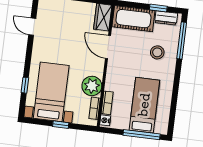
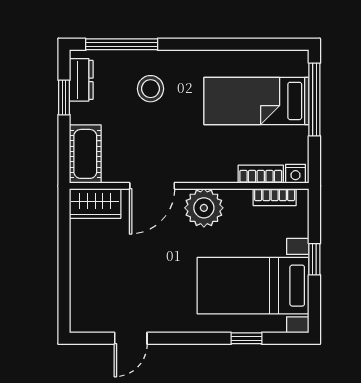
cot: (133, 19) -> (85, 154), width x0.73, depth x0.75
plant: (92, 86) -> (204, 208), moved

